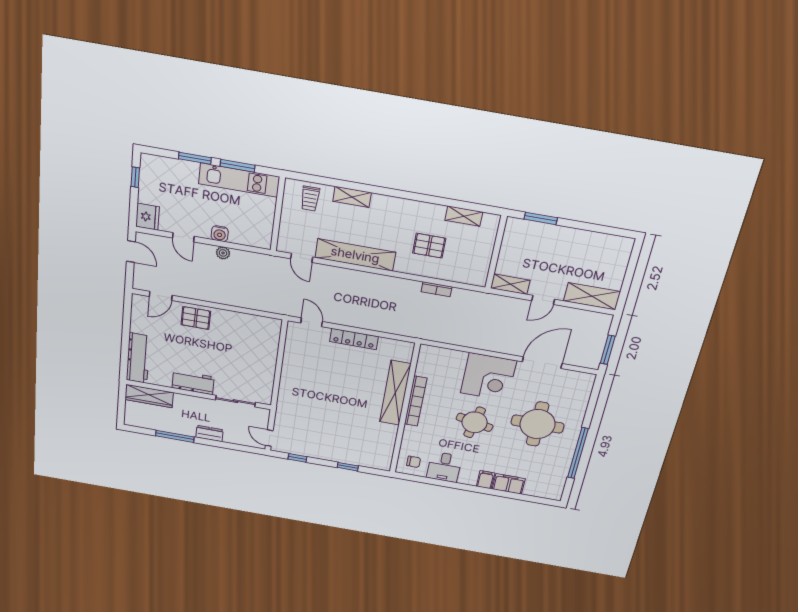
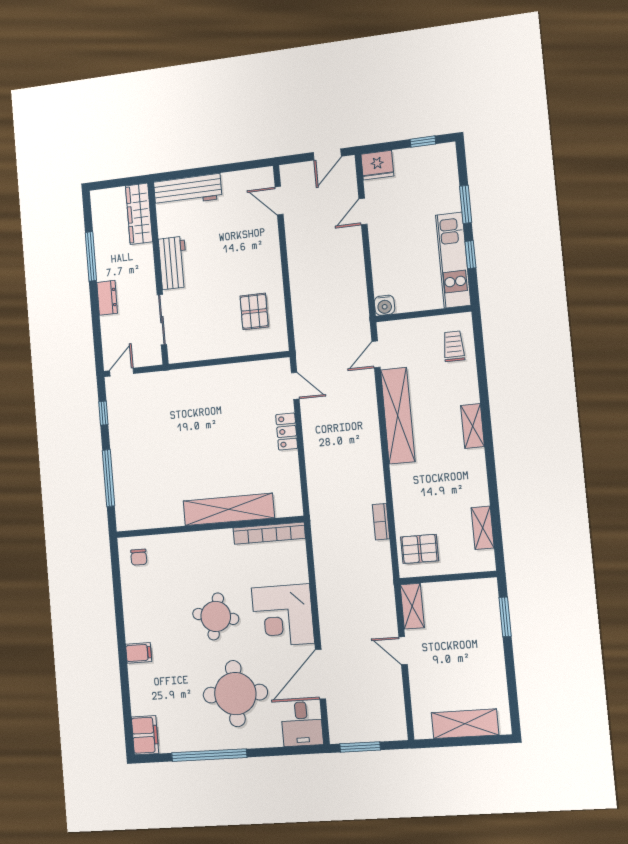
window: (238, 166) -> (470, 255), width x0.67
shelving: (352, 197) -> (473, 426), moved
trolley: (310, 199) -> (454, 346), turned 90
water cooler: (220, 234) -> (385, 305), moved, turned -90
pallet: (429, 246) -> (420, 549), moved, turned 90
plant: (223, 253) -> (356, 262), removed
shelving: (592, 296) -> (465, 724), moved, turned 90
pallet: (196, 318) -> (254, 311), moved
door: (312, 322) -> (295, 386), hinge flipped
locker: (354, 339) -> (287, 432), width x0.66
door: (542, 363) -> (320, 674), swing flipped
bookcase: (416, 401) -> (269, 533), moved
window: (348, 467) -> (108, 478), width x2.17
desk: (444, 467) -> (302, 724), moved, turned -90
filing cabinet: (509, 484) -> (145, 735), moved

